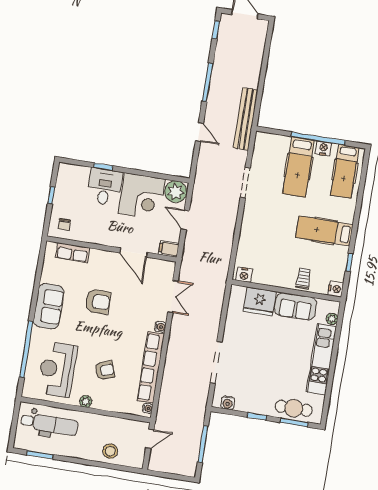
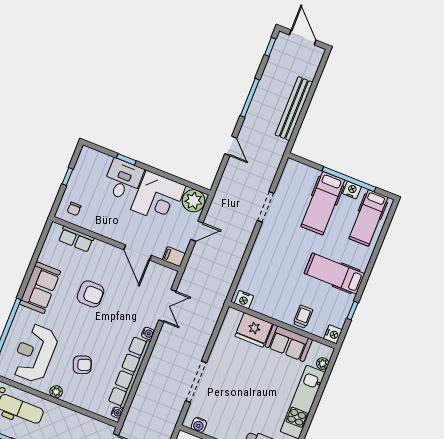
bench: (246, 119) -> (294, 109), moved
door: (185, 220) -> (197, 231), swing flipped

